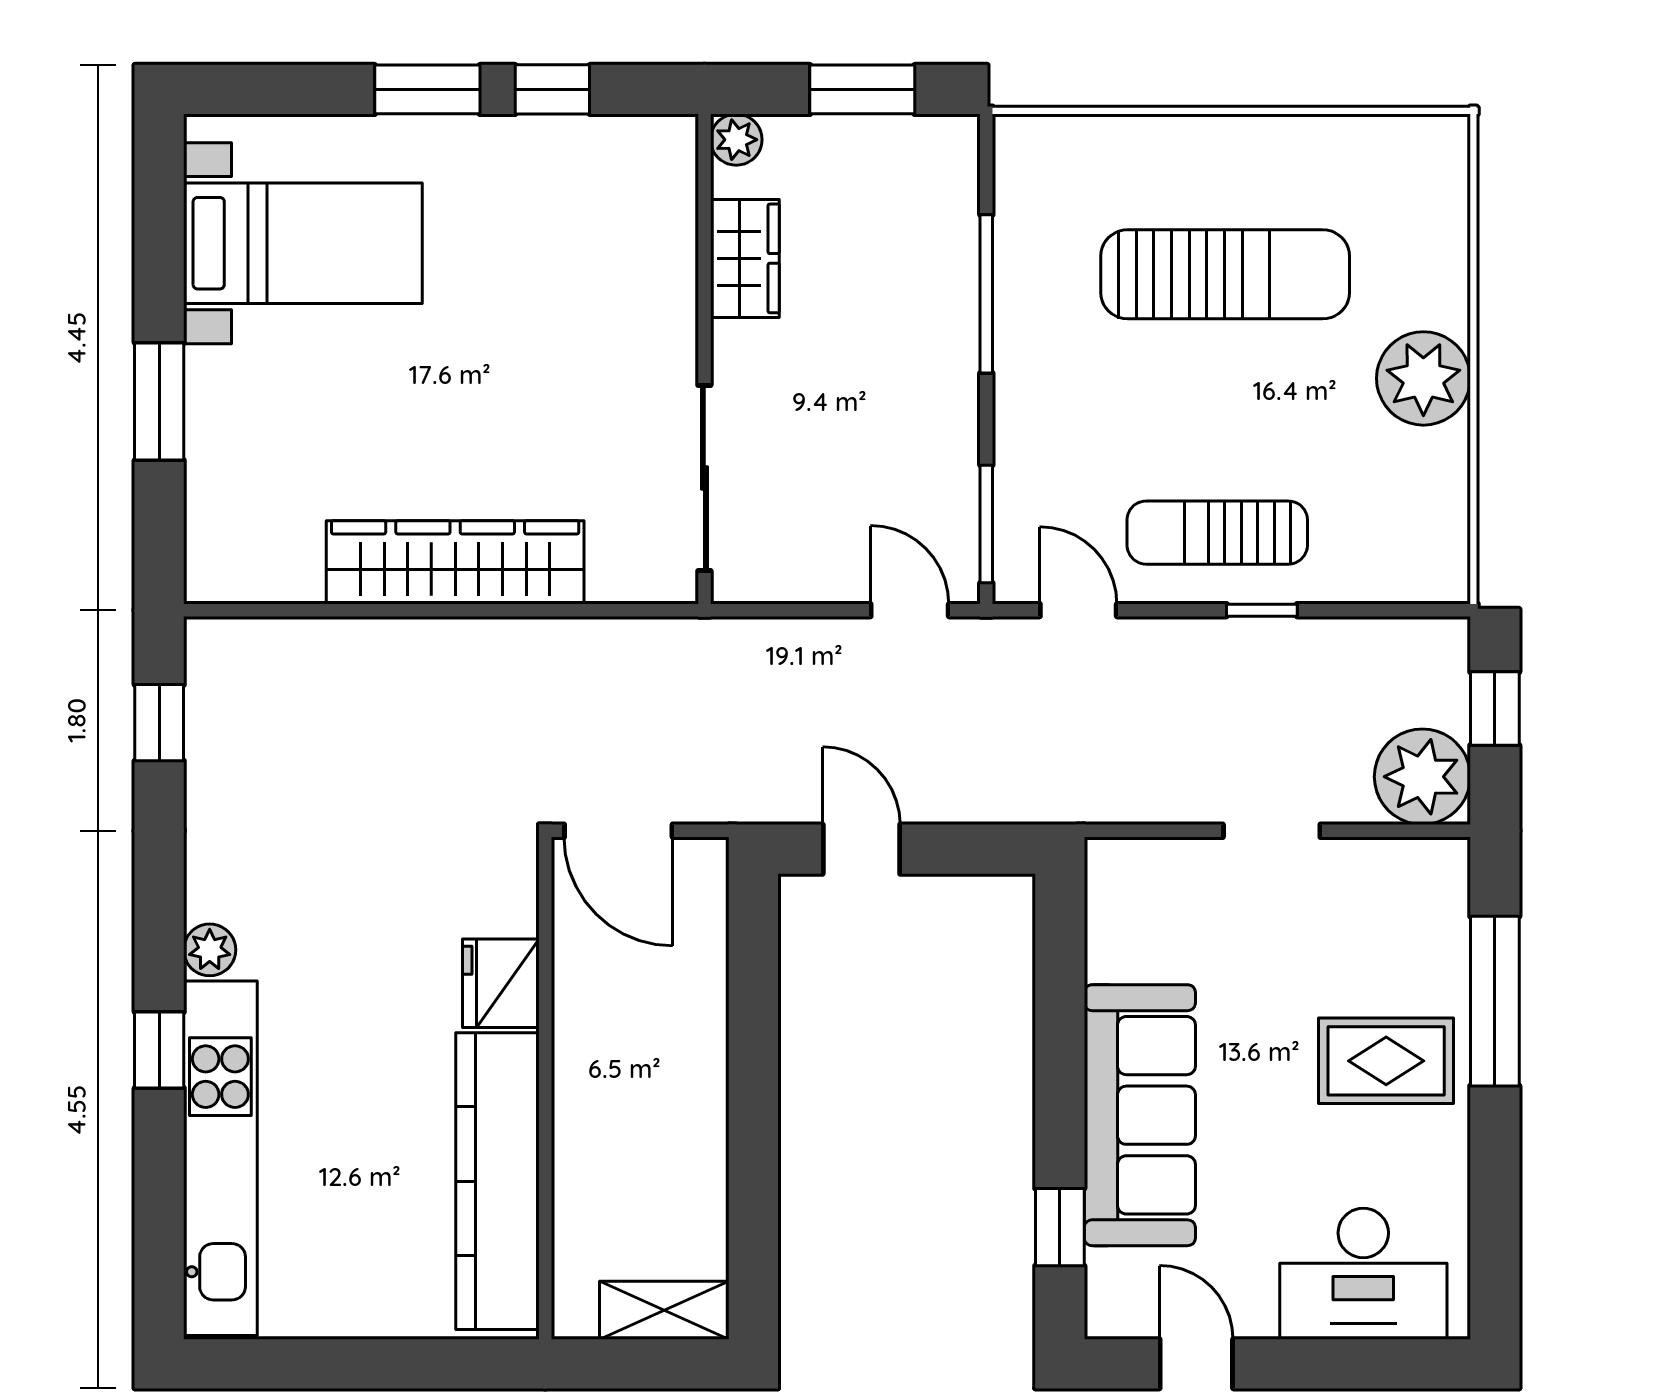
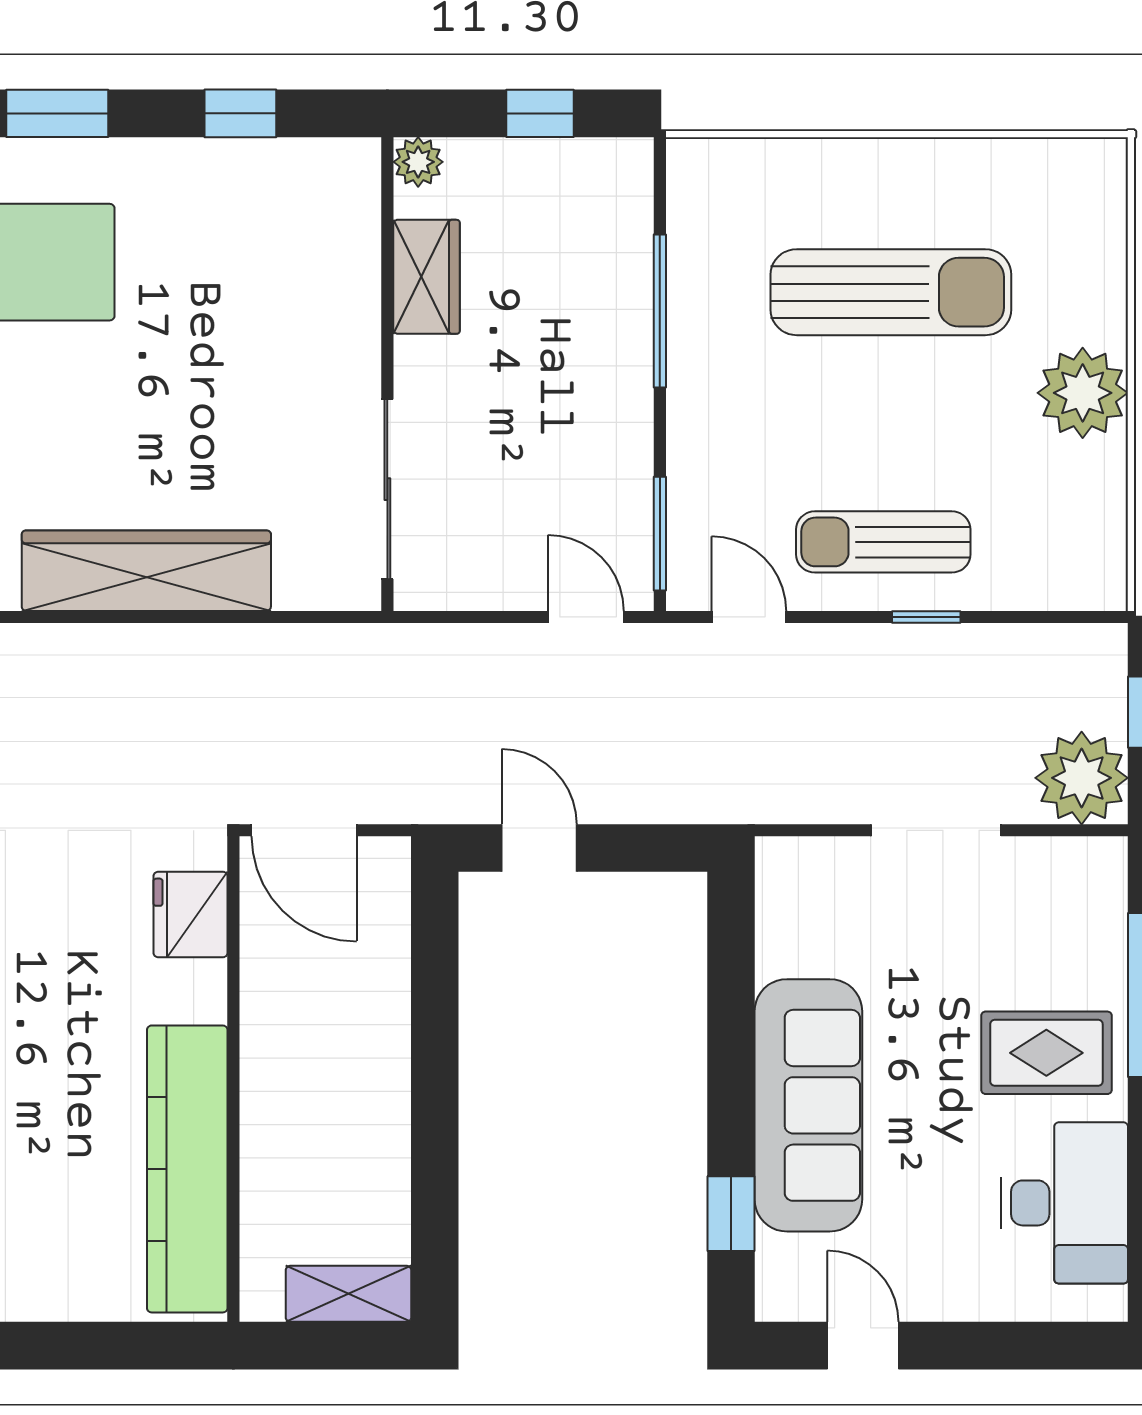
window: (427, 89) -> (57, 113), moved
window: (862, 89) -> (540, 113), width x0.67
doorway: (1272, 831) -> (936, 830), width x1.38
fridge: (501, 983) -> (191, 914), moved
desk: (1363, 1274) -> (1064, 1203), moved, turned -90

